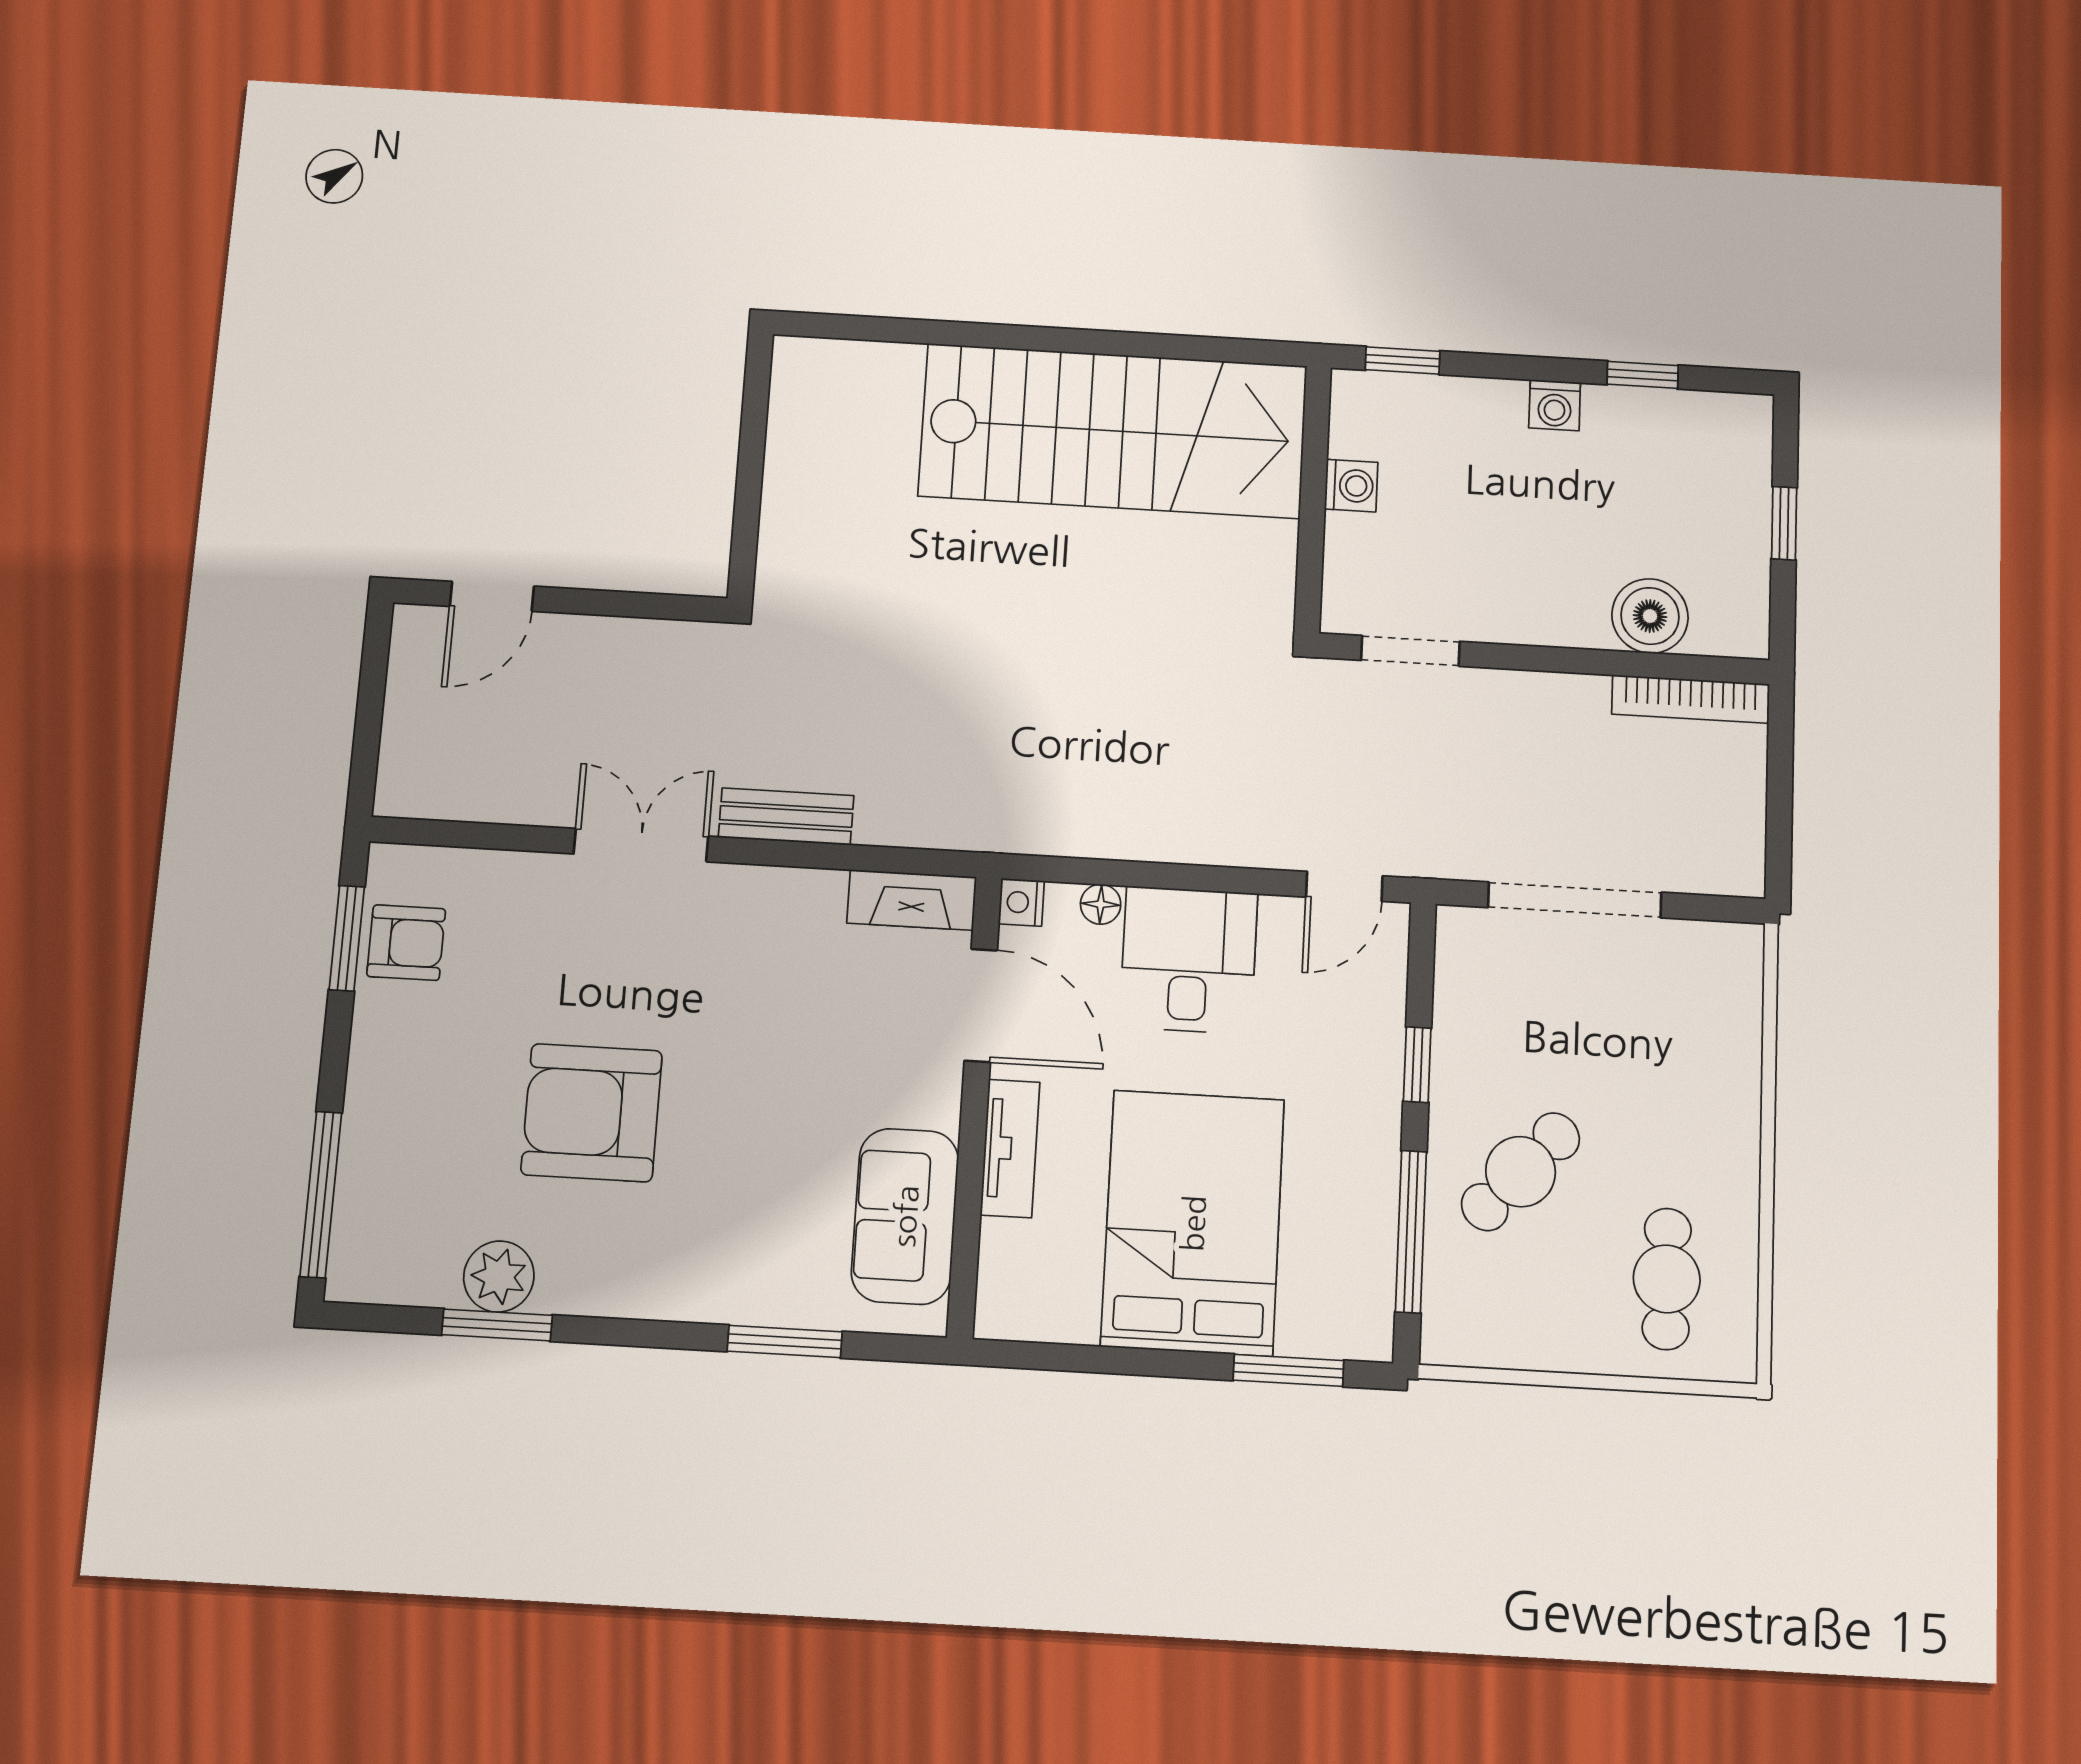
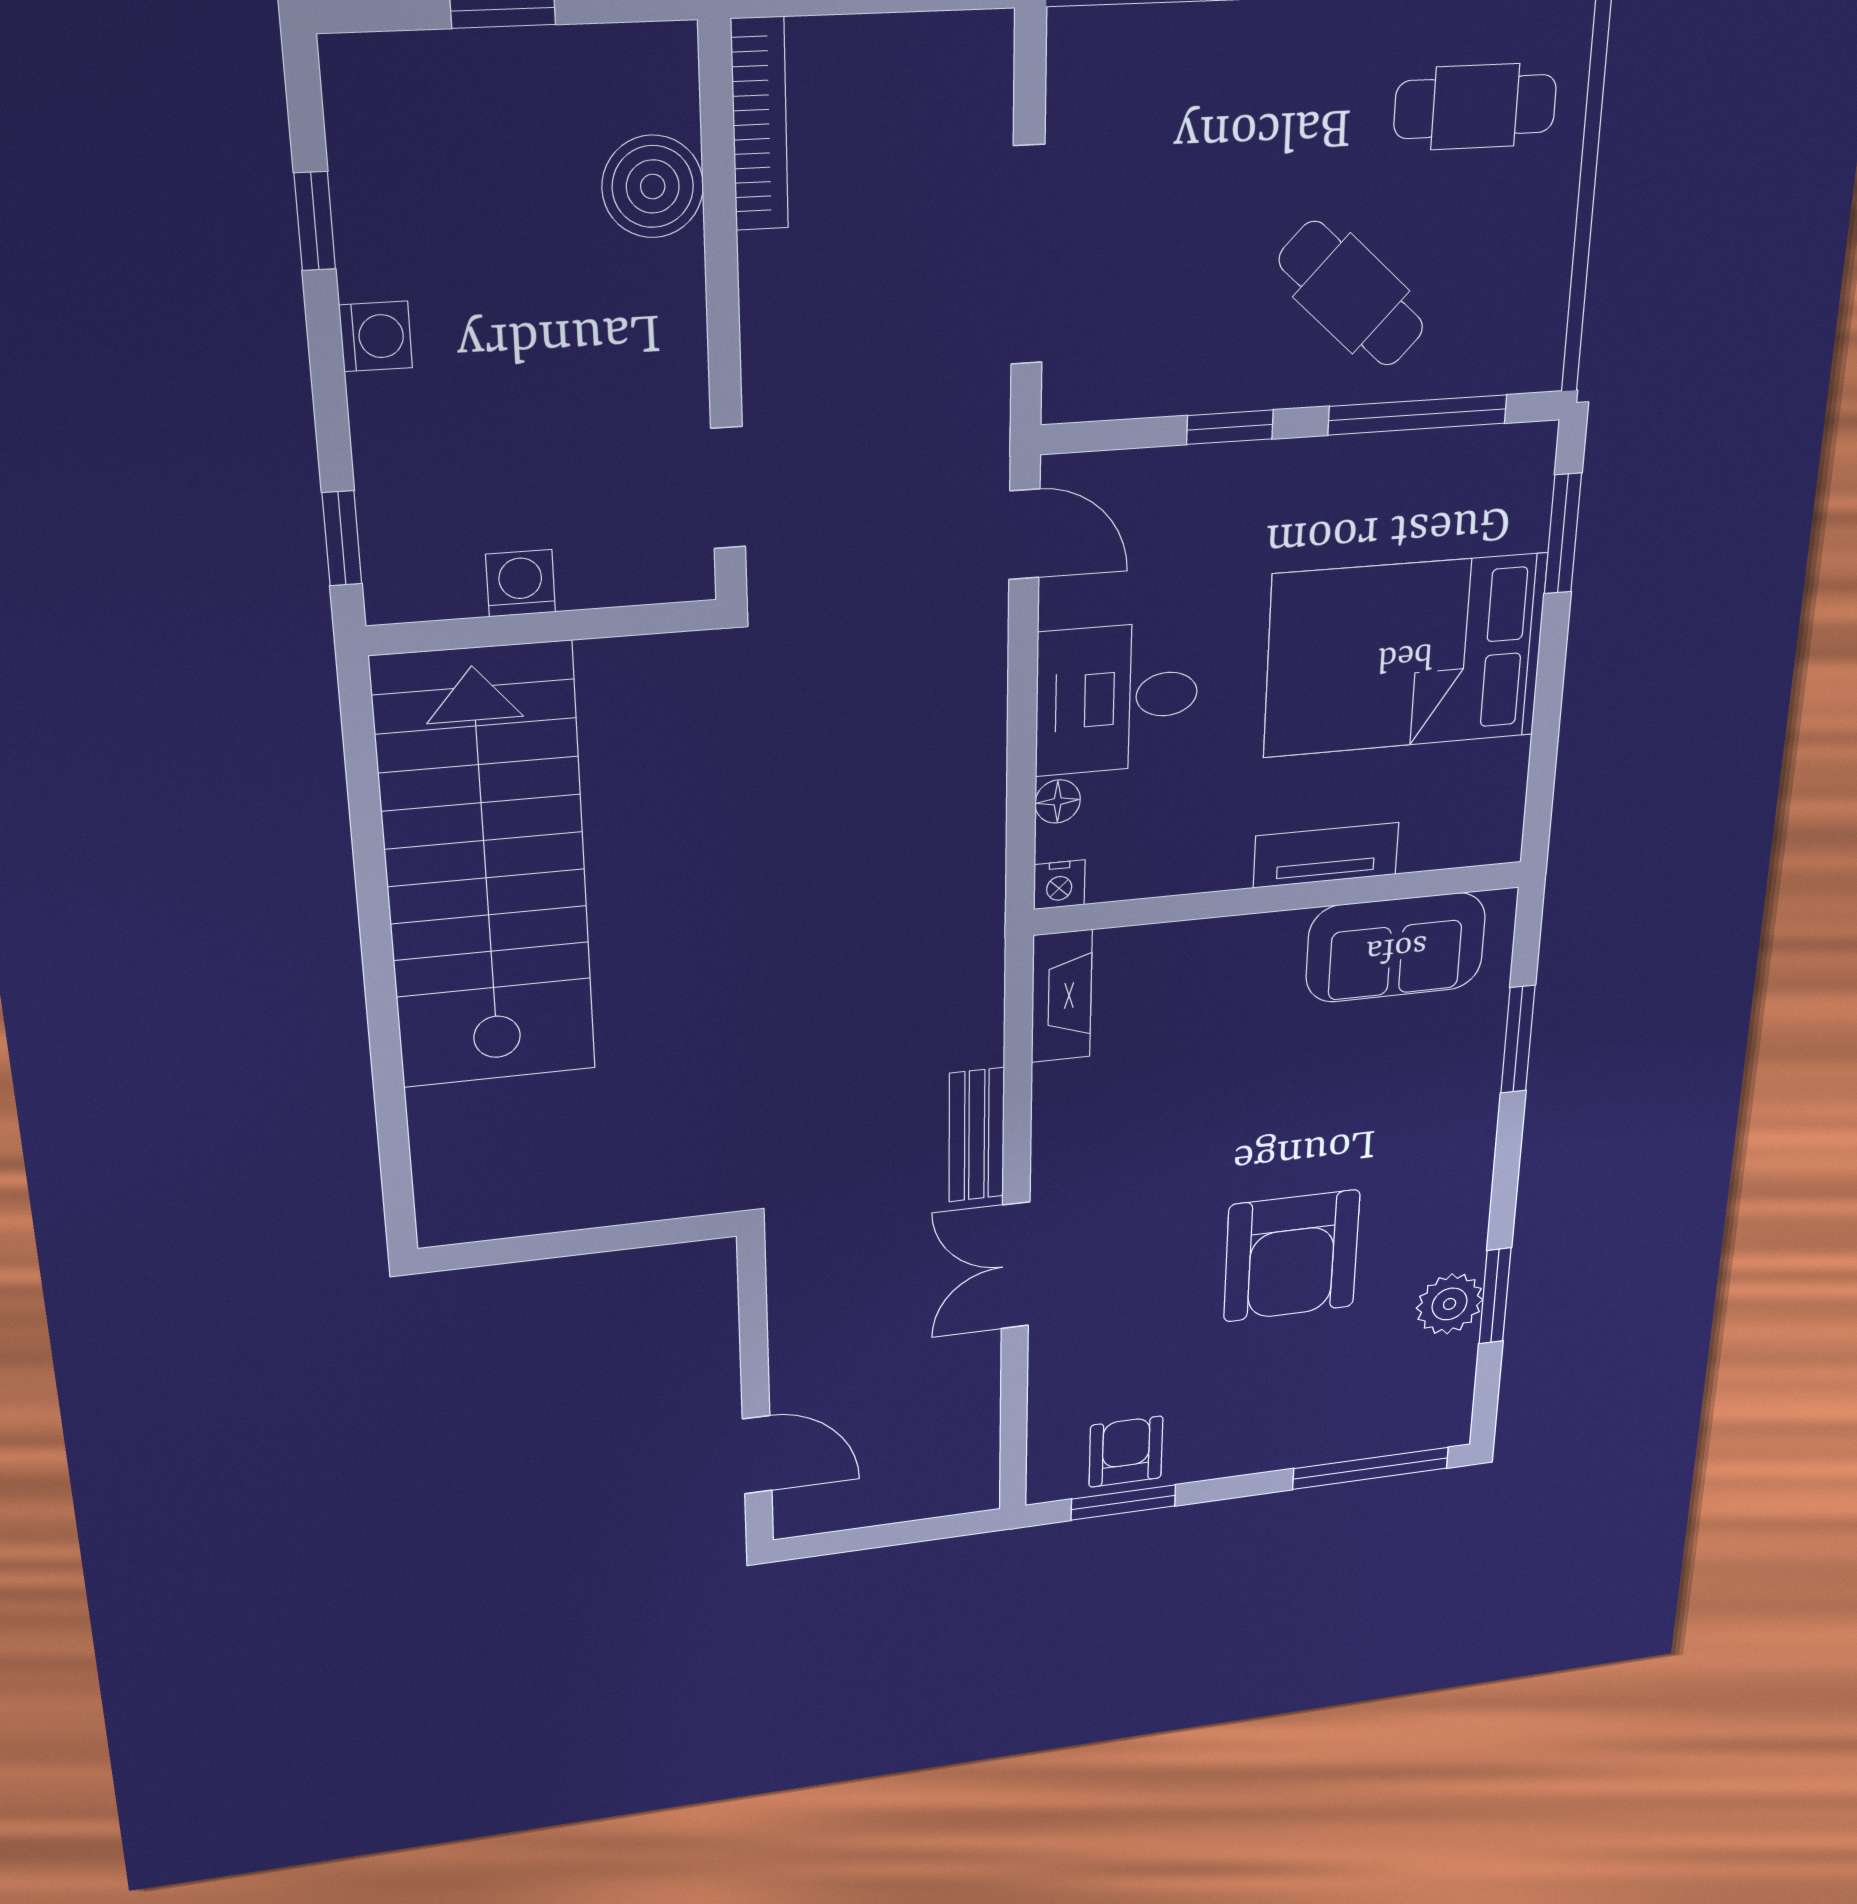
door: (981, 1005) -> (1174, 909), removed

